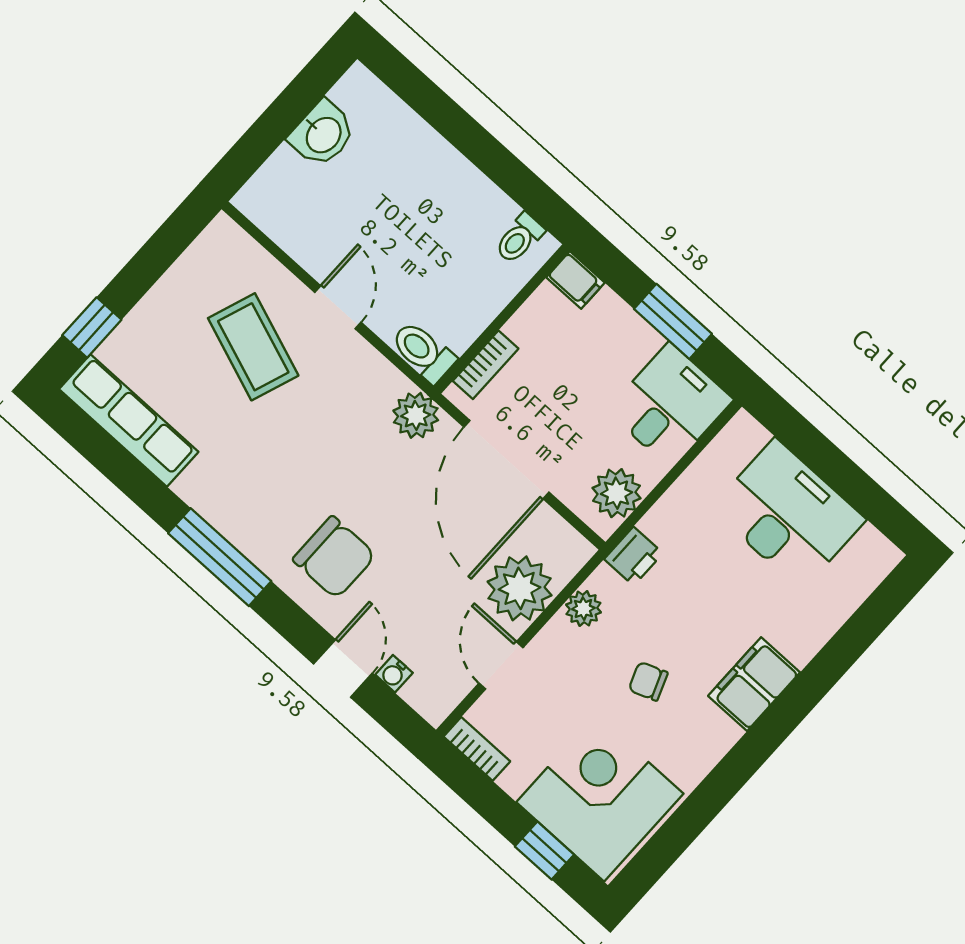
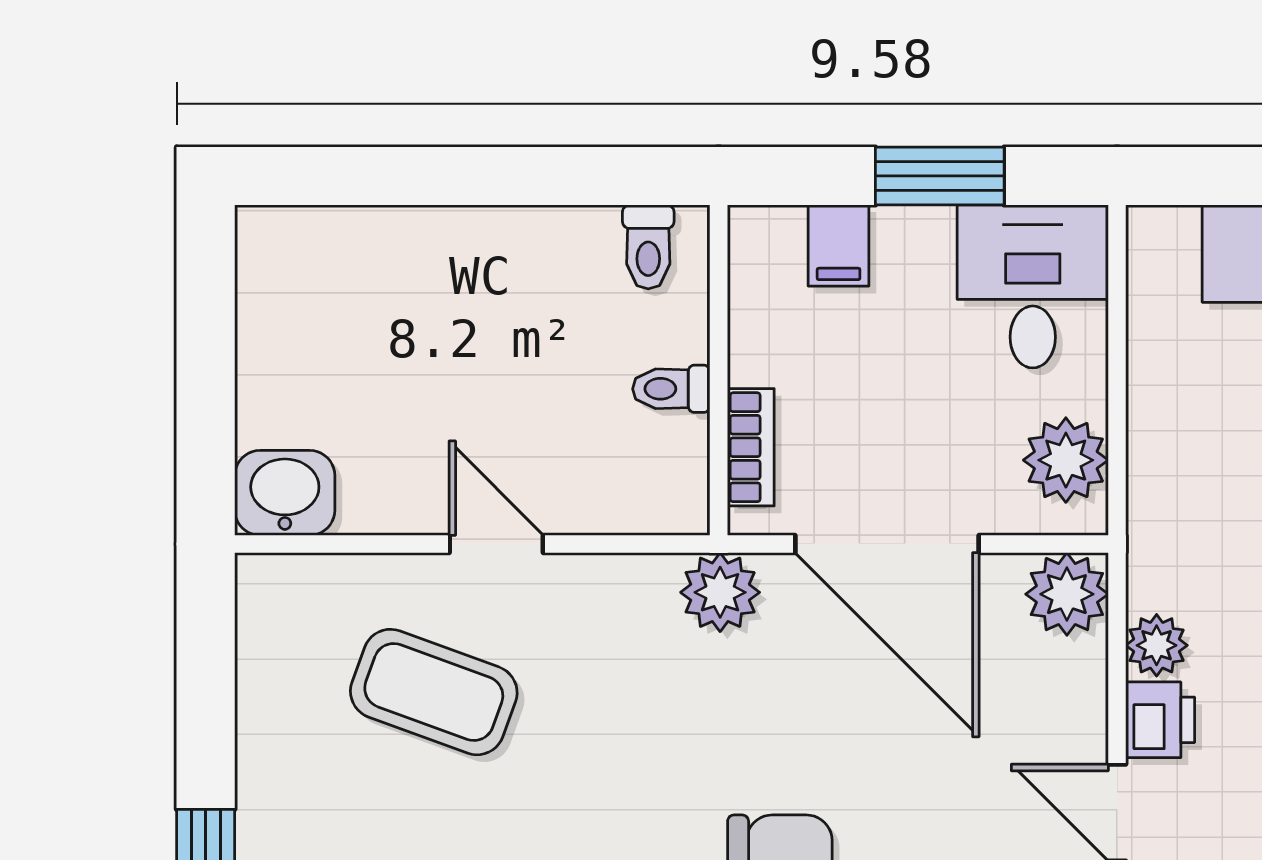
washbasin: (323, 134) -> (285, 493), moved, turned -90
filing cabinet: (576, 280) -> (839, 246), moved, turned 90
toilet: (423, 352) -> (671, 389), moved, width x0.73, depth x0.72
printer: (634, 556) -> (1160, 720), moved
plant: (520, 588) -> (1067, 594), moved, width x0.73, depth x0.73

